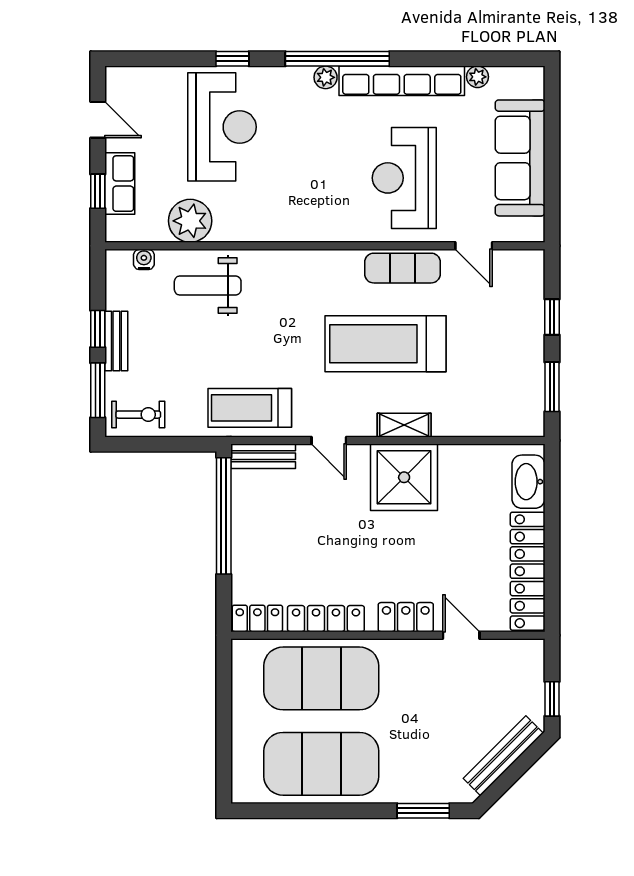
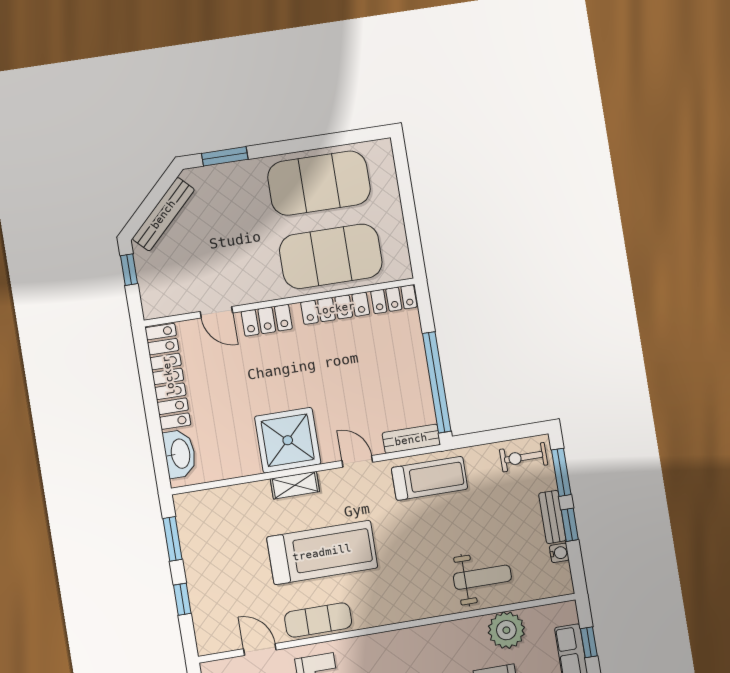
water cooler: (144, 259) -> (559, 553), moved, turned -90

